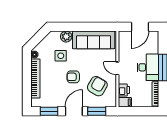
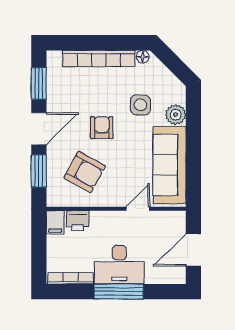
door: (140, 27) -> (193, 250), hinge flipped
door: (117, 68) -> (138, 209), moved
door: (74, 111) -> (39, 129), hinge flipped

